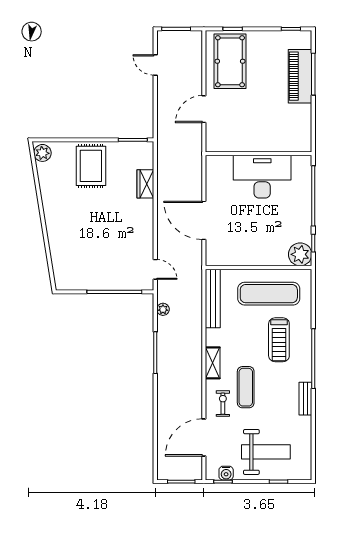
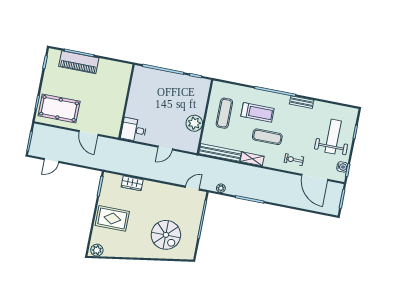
desk: (262, 177) -> (134, 130), moved, width x0.53, depth x0.77
door: (204, 220) -> (165, 148), width x0.53
spiral stairs: (83, 245) -> (166, 235), added
plant: (300, 254) -> (194, 123), moved
exercise mat: (269, 294) -> (224, 113), width x0.73, depth x0.69
shelving: (213, 363) -> (252, 159), moved
exercise mat: (246, 387) -> (267, 137), moved

